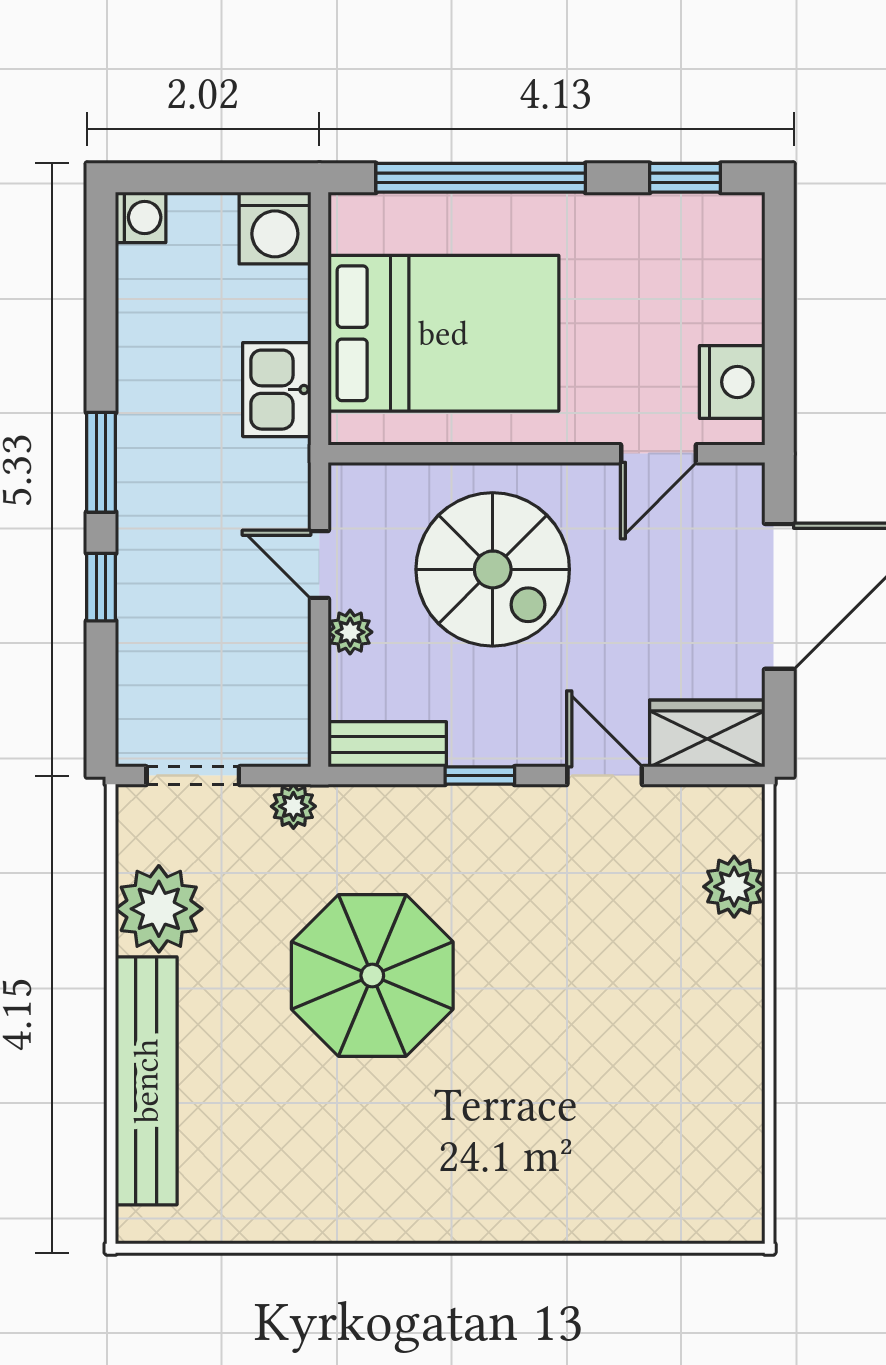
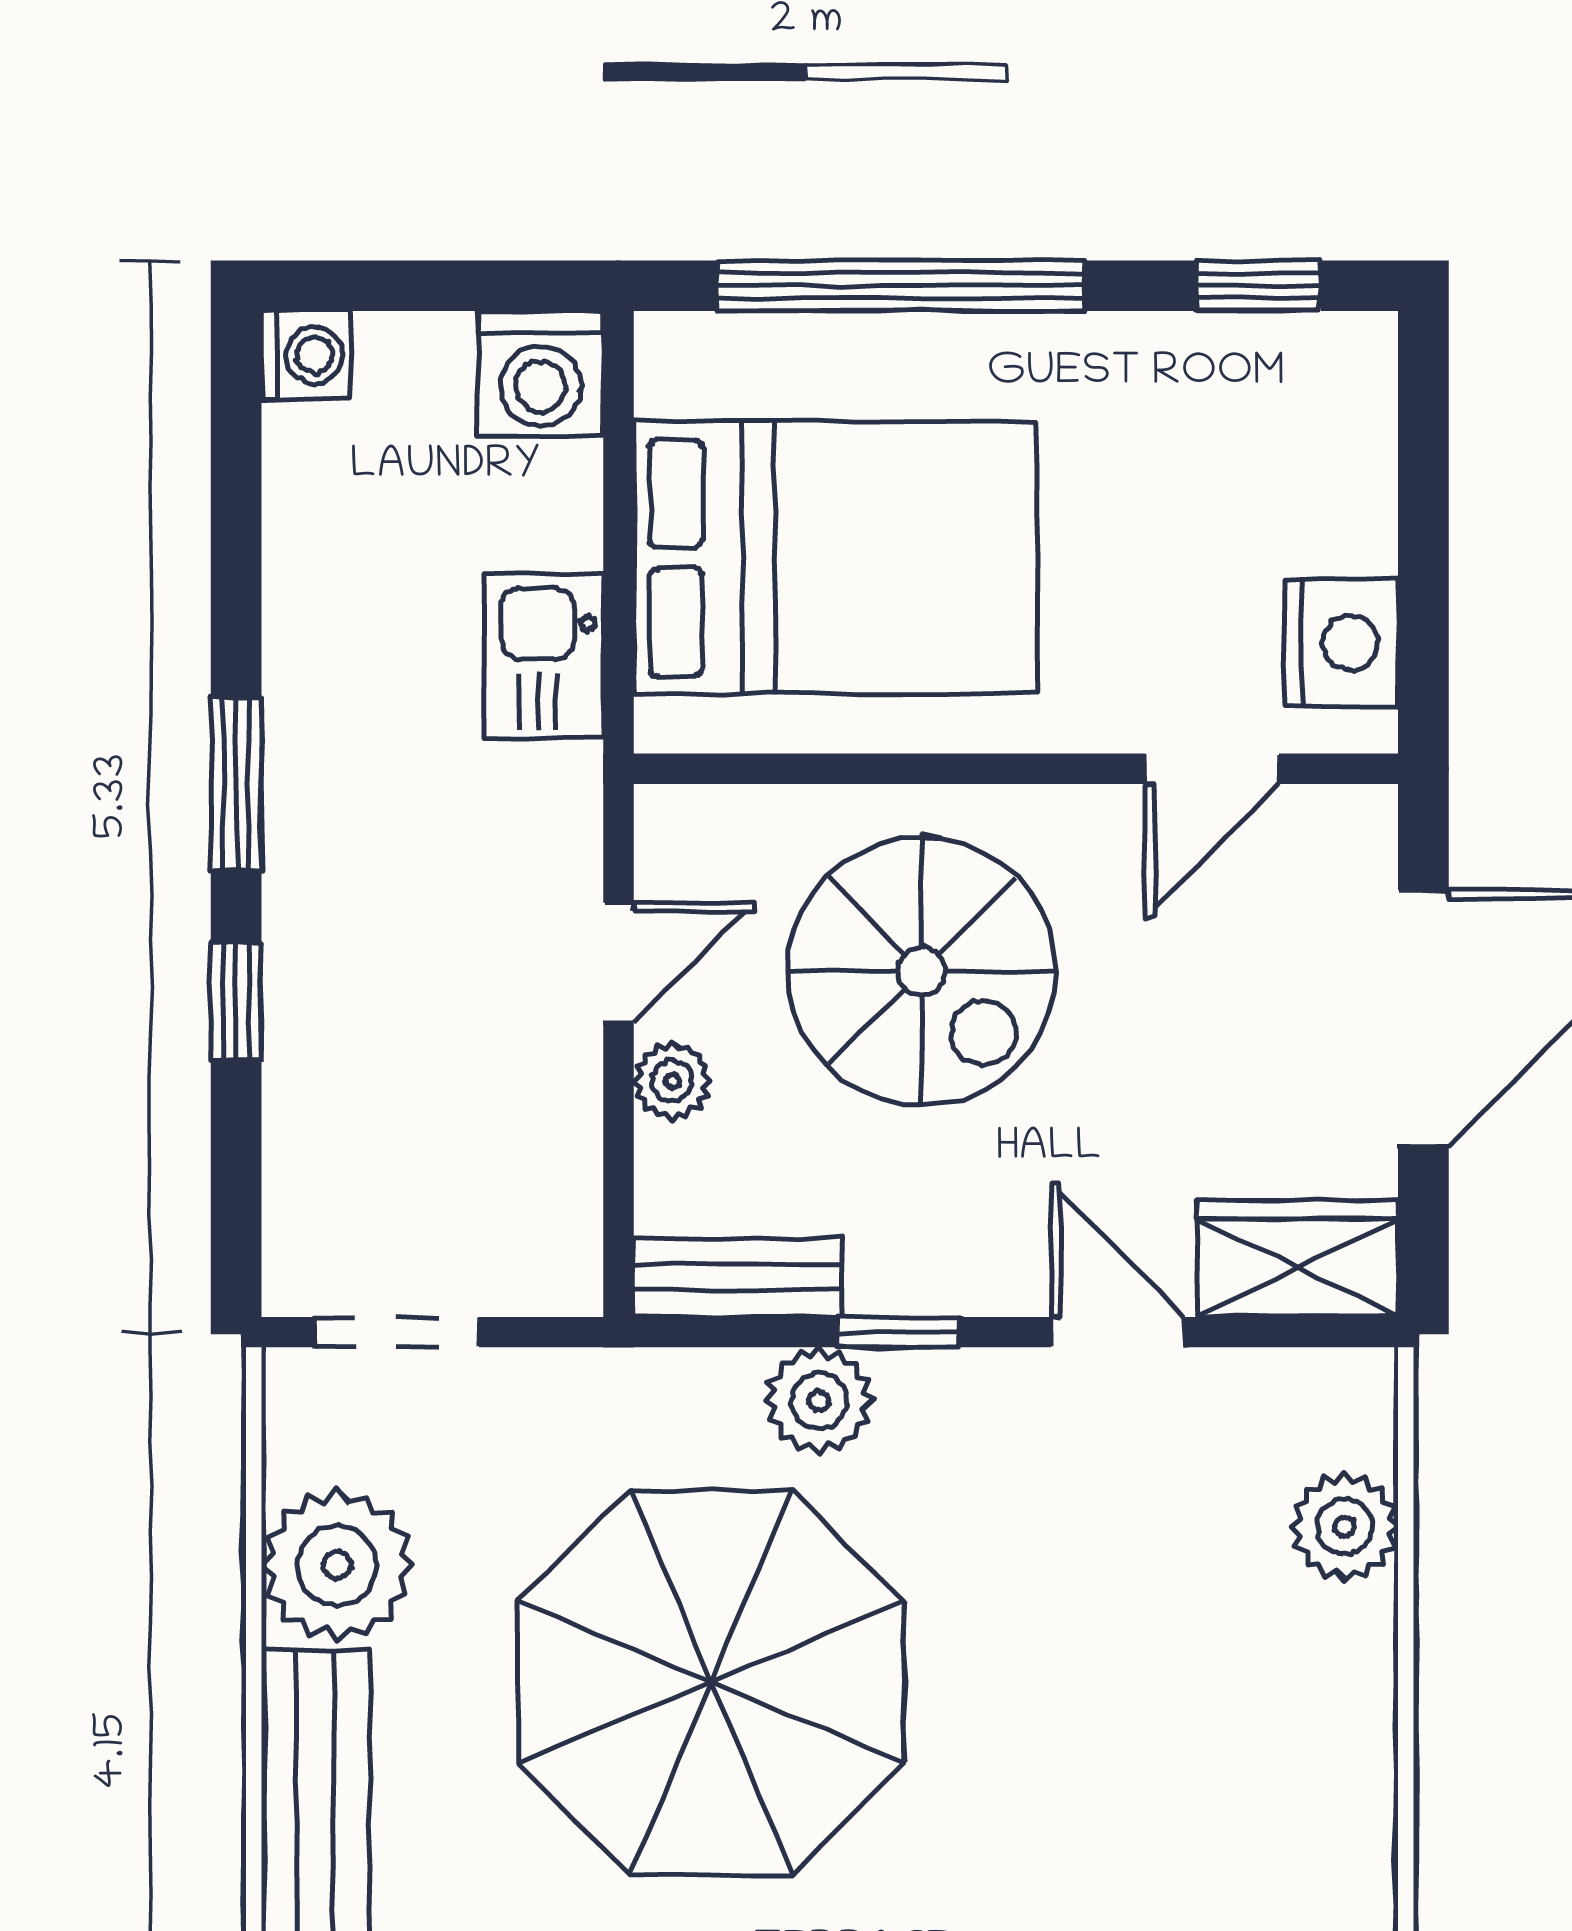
door: (319, 564) -> (618, 963), swing flipped
plant: (293, 806) -> (819, 1400), moved, width x1.38, depth x1.38
parasol: (372, 976) -> (711, 1682), width x1.36, depth x1.36

